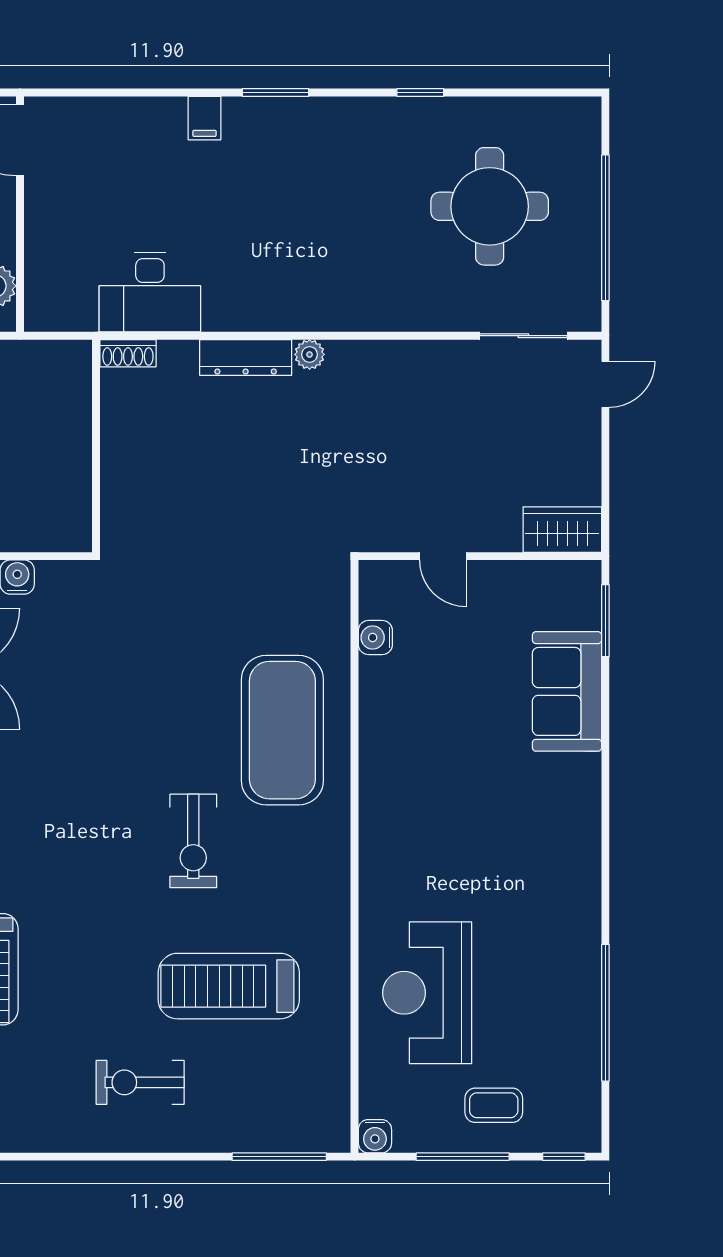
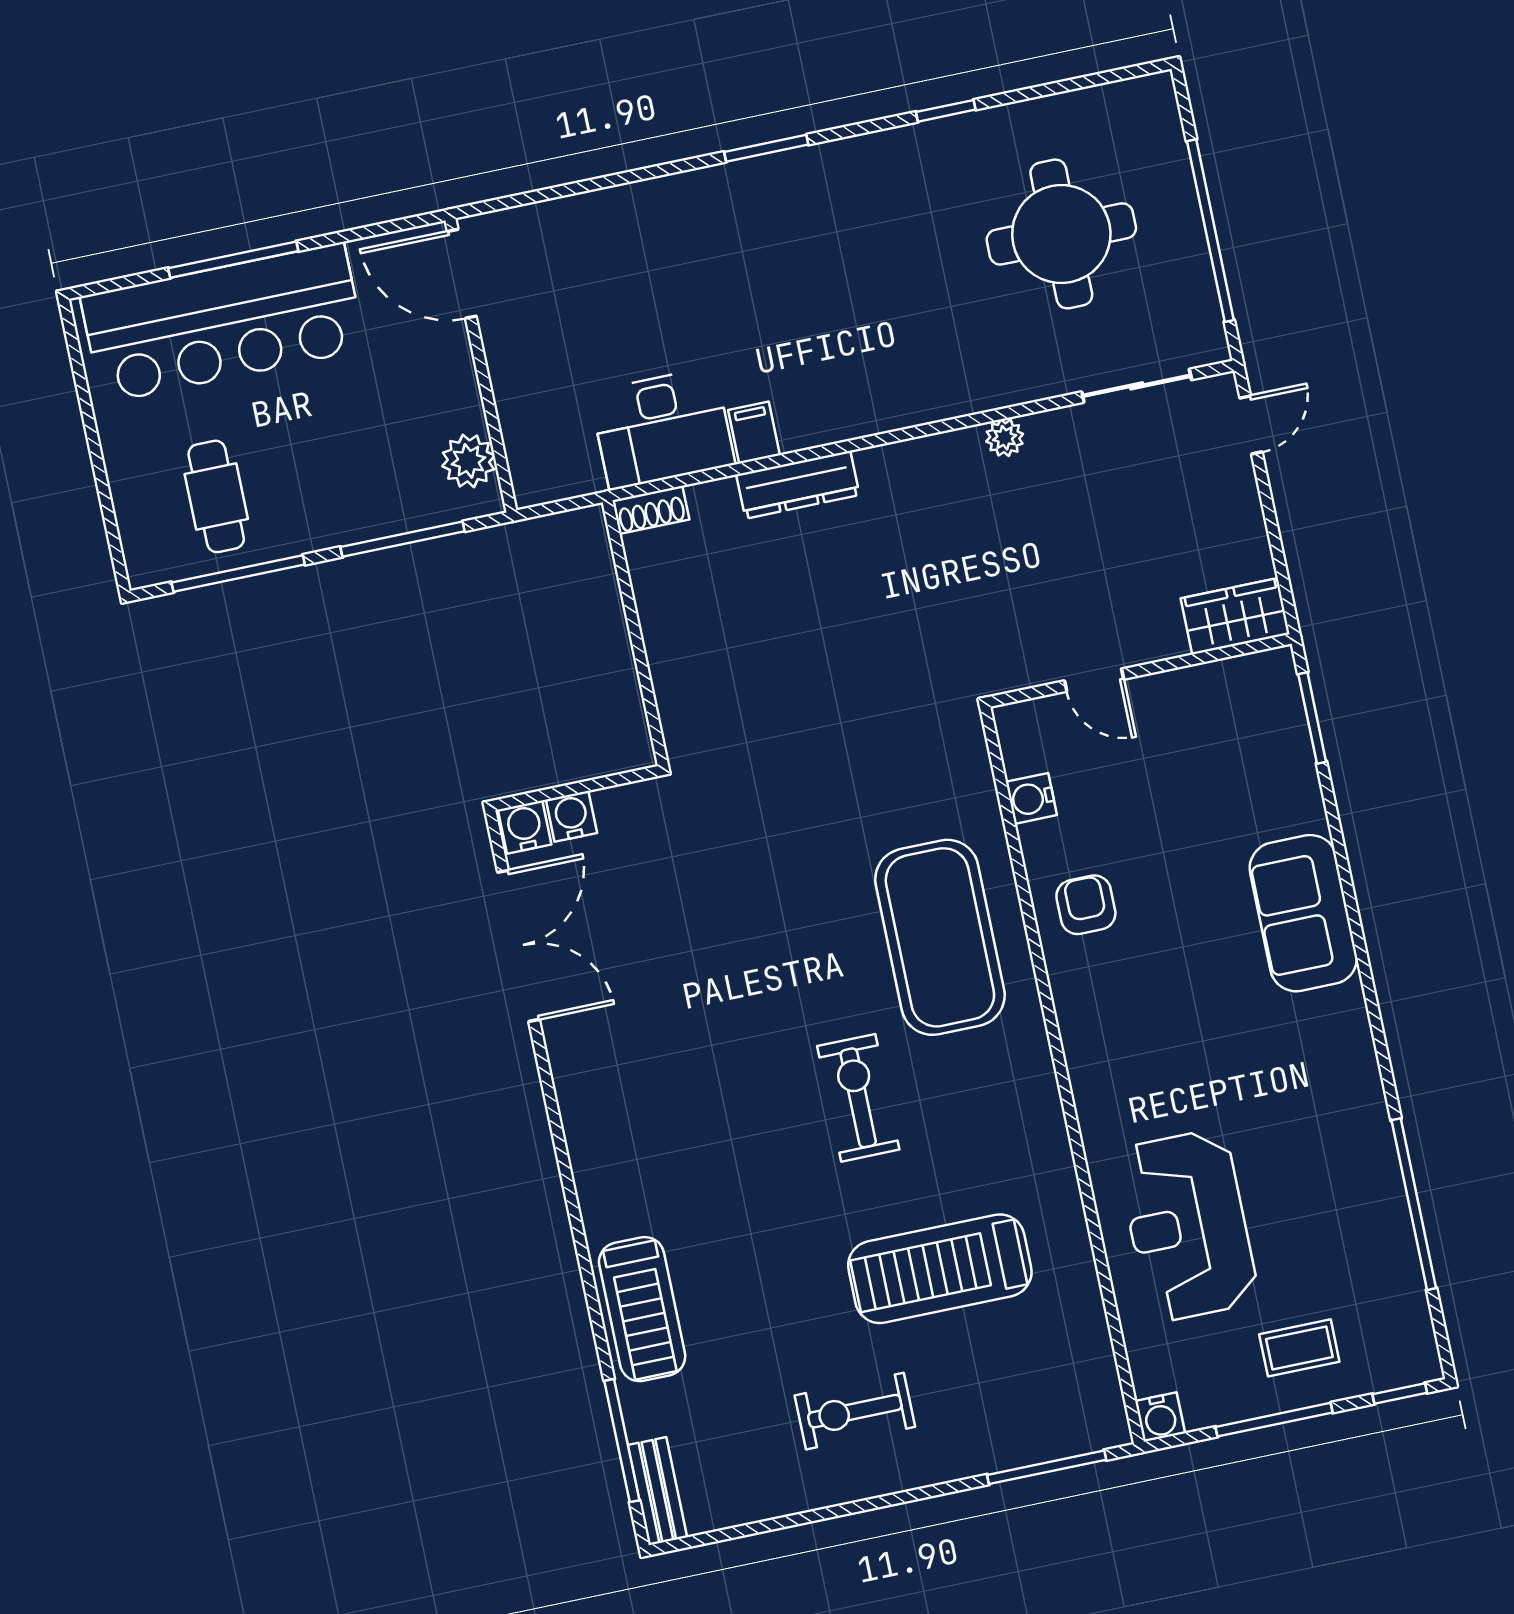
filing cabinet: (204, 118) -> (754, 433), moved, turned 180
plant: (310, 354) -> (1005, 438), moved
sofa: (567, 691) -> (1303, 913), moved
armchair: (400, 728) -> (1086, 905), added
exercise bike: (193, 841) -> (858, 1098), turned 180

